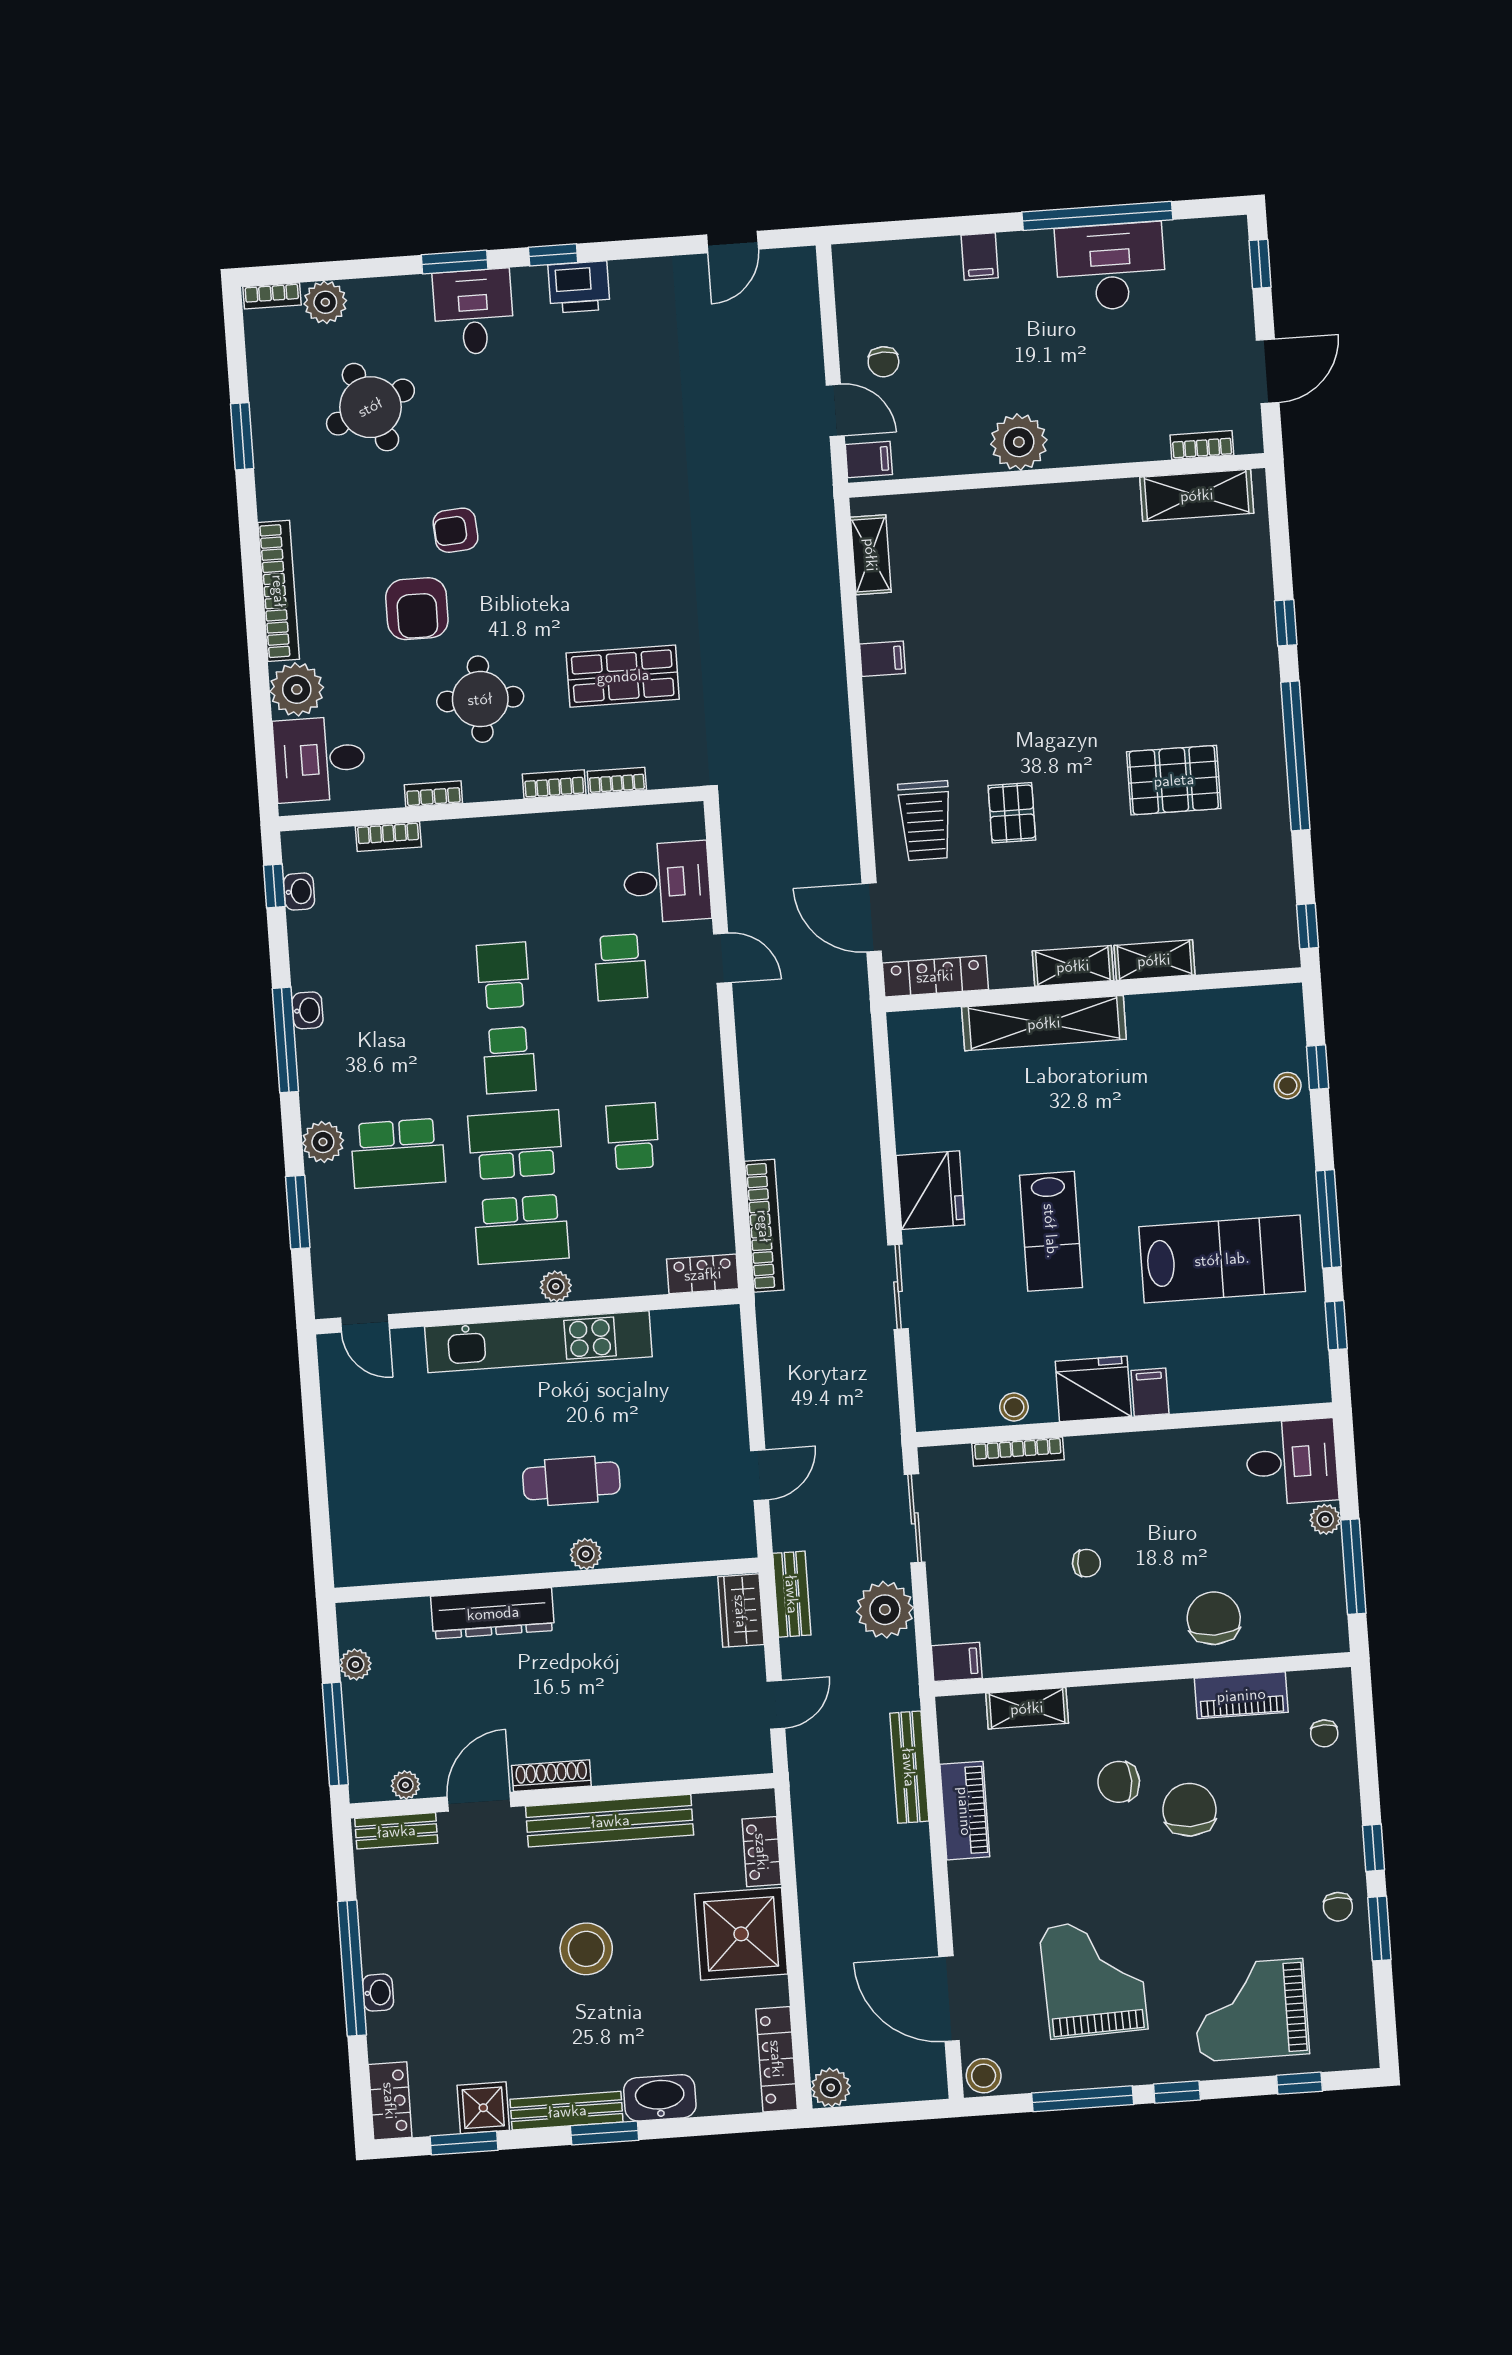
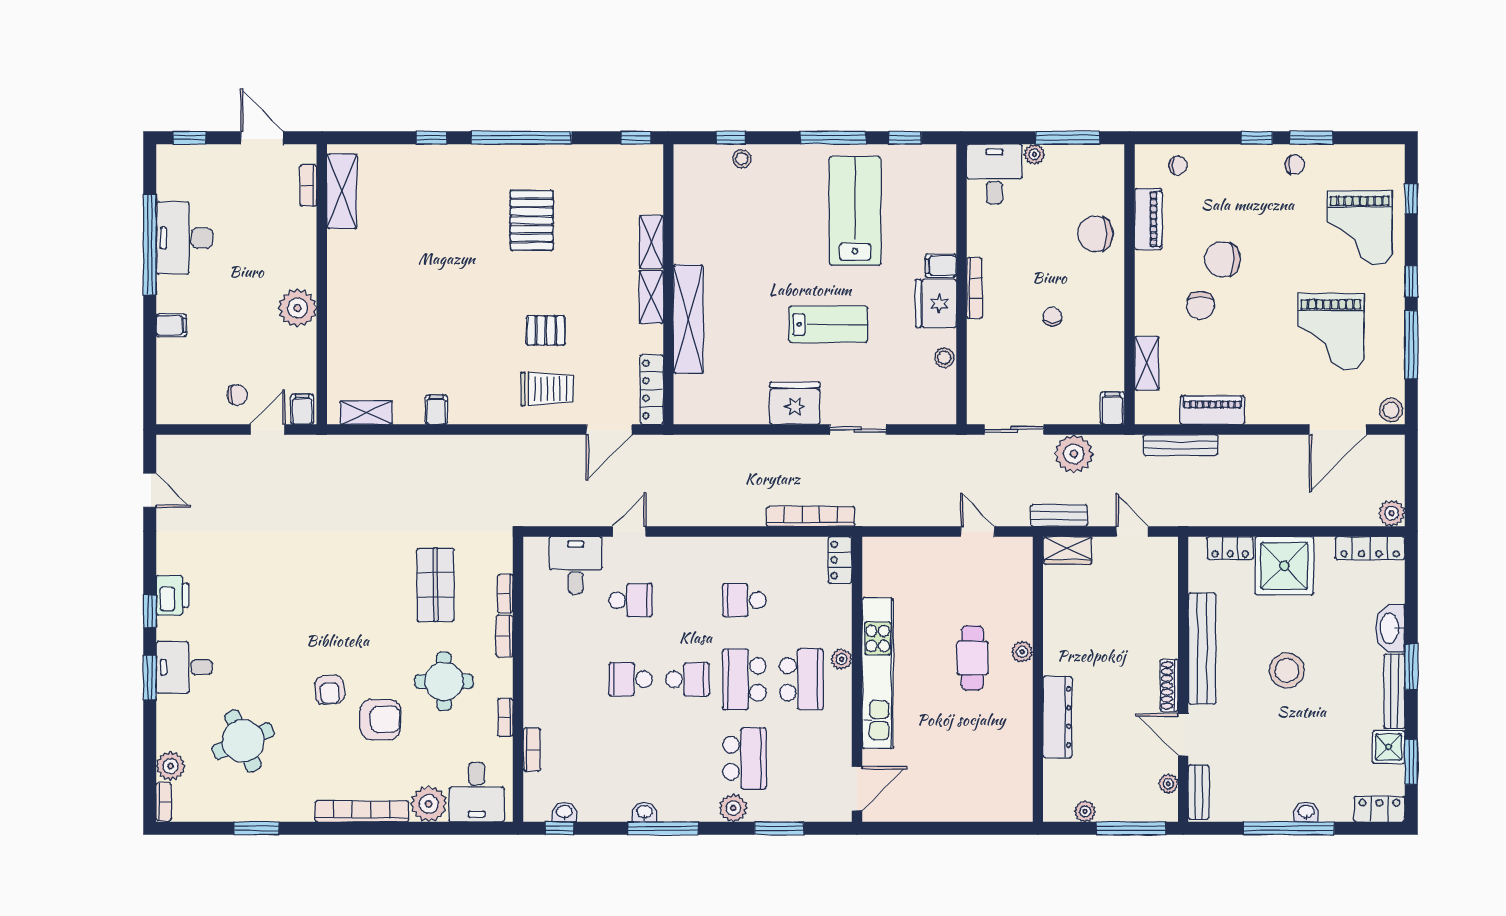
door: (365, 1323) -> (857, 789), width x1.38
bookcase: (1018, 1452) -> (974, 288), moved
grand piano: (1093, 1978) -> (1331, 332), turned -88

